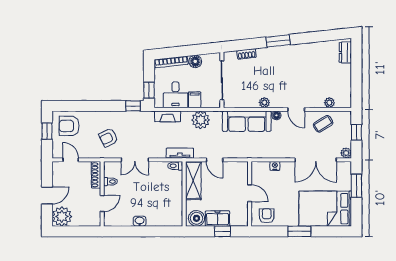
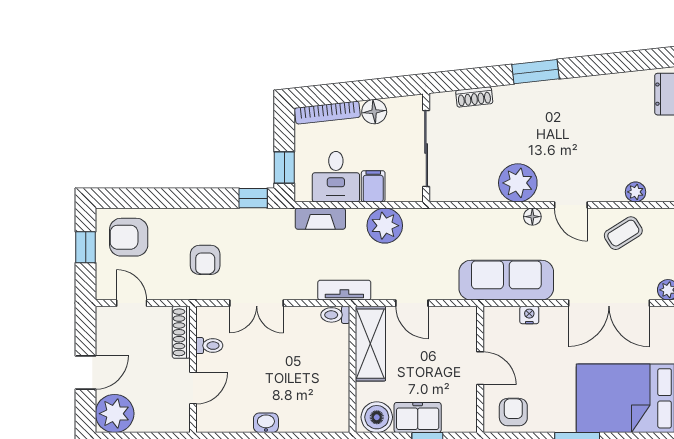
plant: (264, 103) -> (518, 183), width x1.88, depth x1.88
sofa: (247, 121) -> (506, 280), moved, turned 180
armchair: (108, 138) -> (205, 260), turned -64

